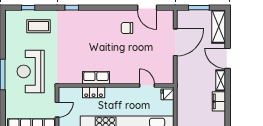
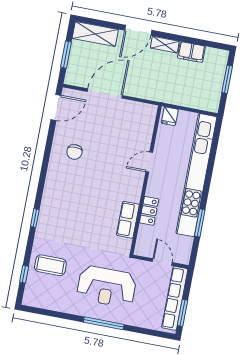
door: (147, 8) -> (56, 107), moved
coffee table: (39, 26) -> (50, 265), turned 90
door: (175, 42) -> (105, 93), hinge flipped
row of seats: (96, 78) -> (128, 220), moved
door: (147, 86) -> (149, 162), moved

